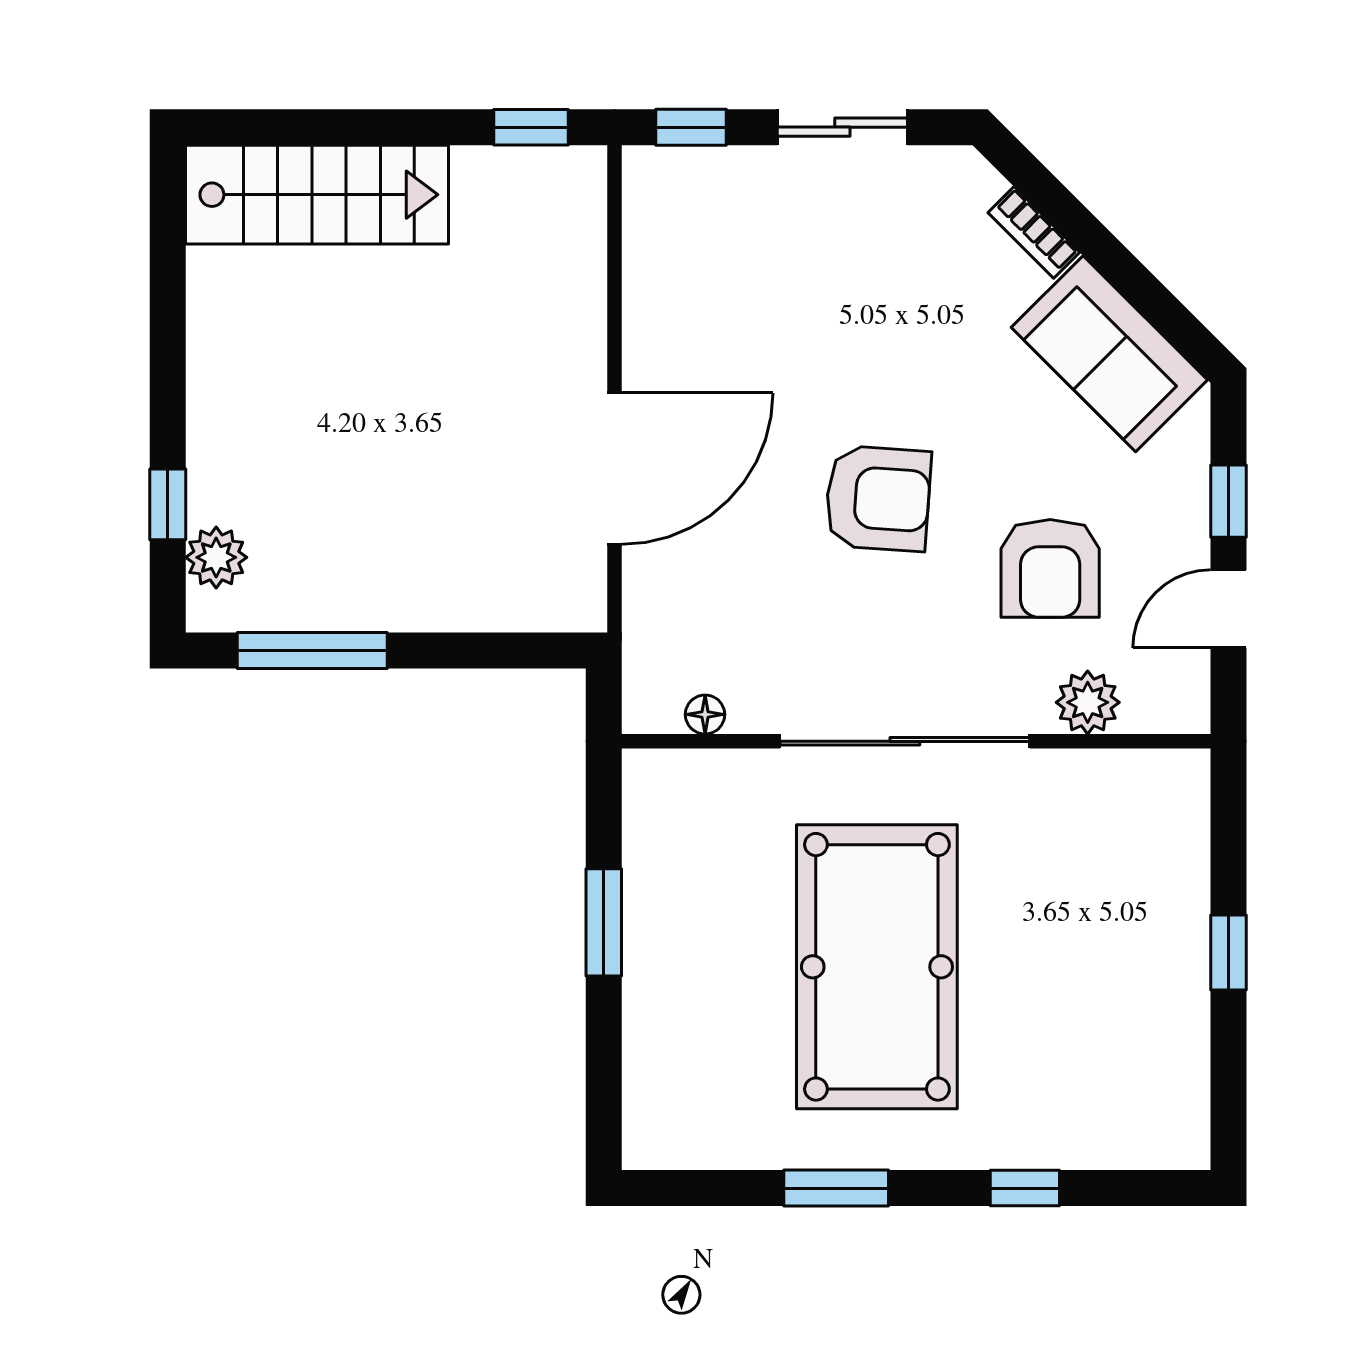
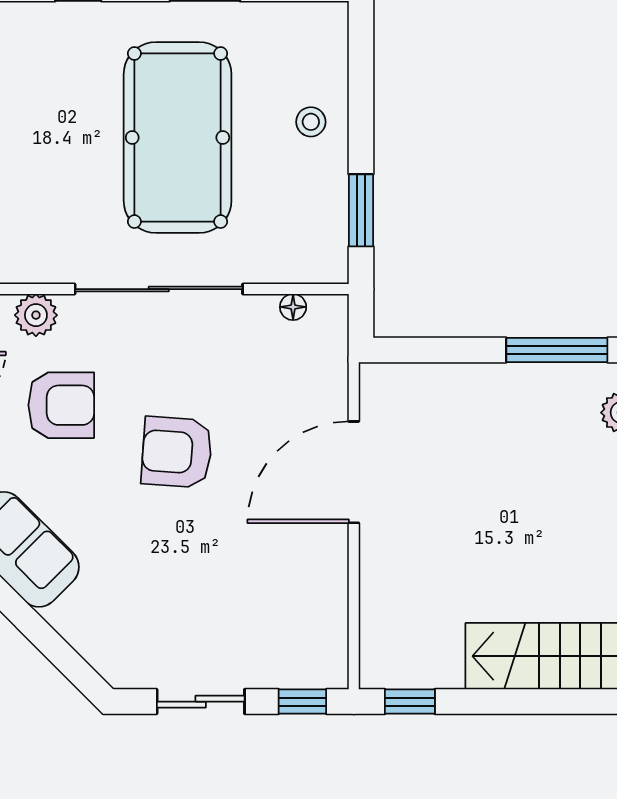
bookcase: (1034, 232) -> (72, 631), removed
armchair: (1050, 568) -> (61, 405), turned 90
window: (604, 922) -> (361, 210), moved
stool: (678, 990) -> (311, 122), added

